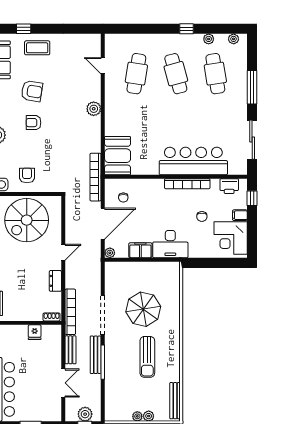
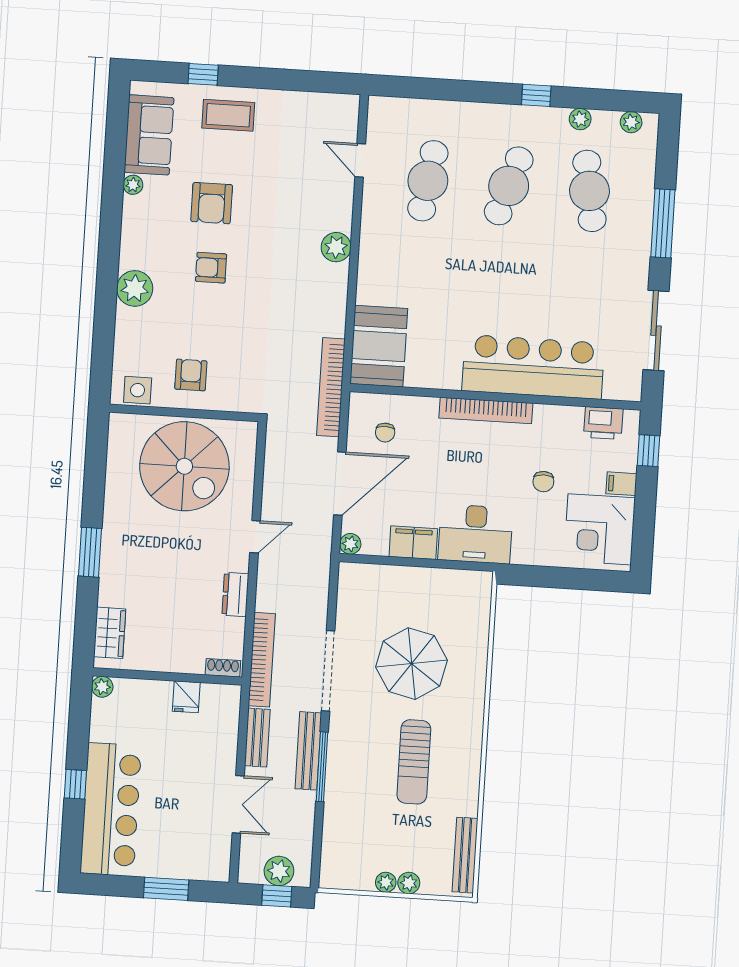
cafe table: (176, 74) -> (509, 186), turned 33
armchair: (32, 91) -> (212, 203), turned 81
bookcase: (187, 184) -> (486, 411), moved
spiral stairs: (27, 220) -> (184, 466), turned -90

